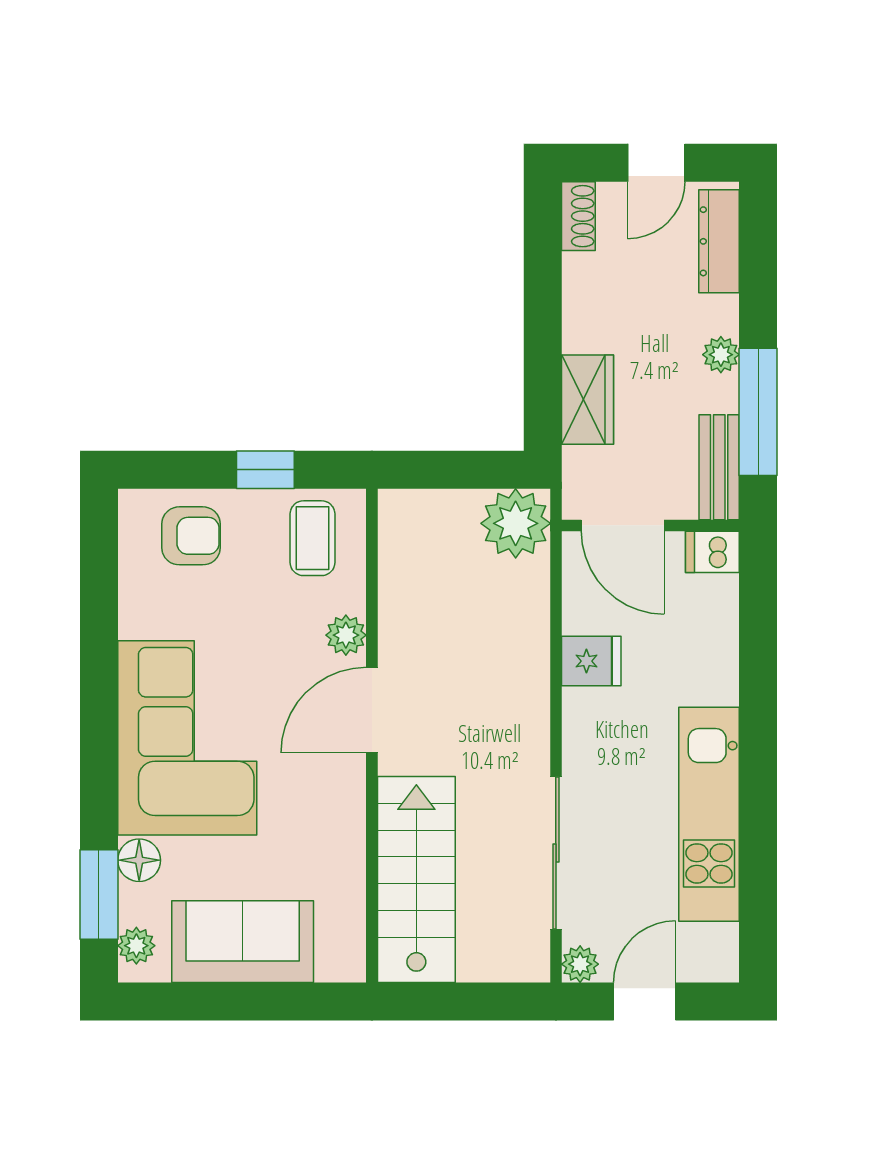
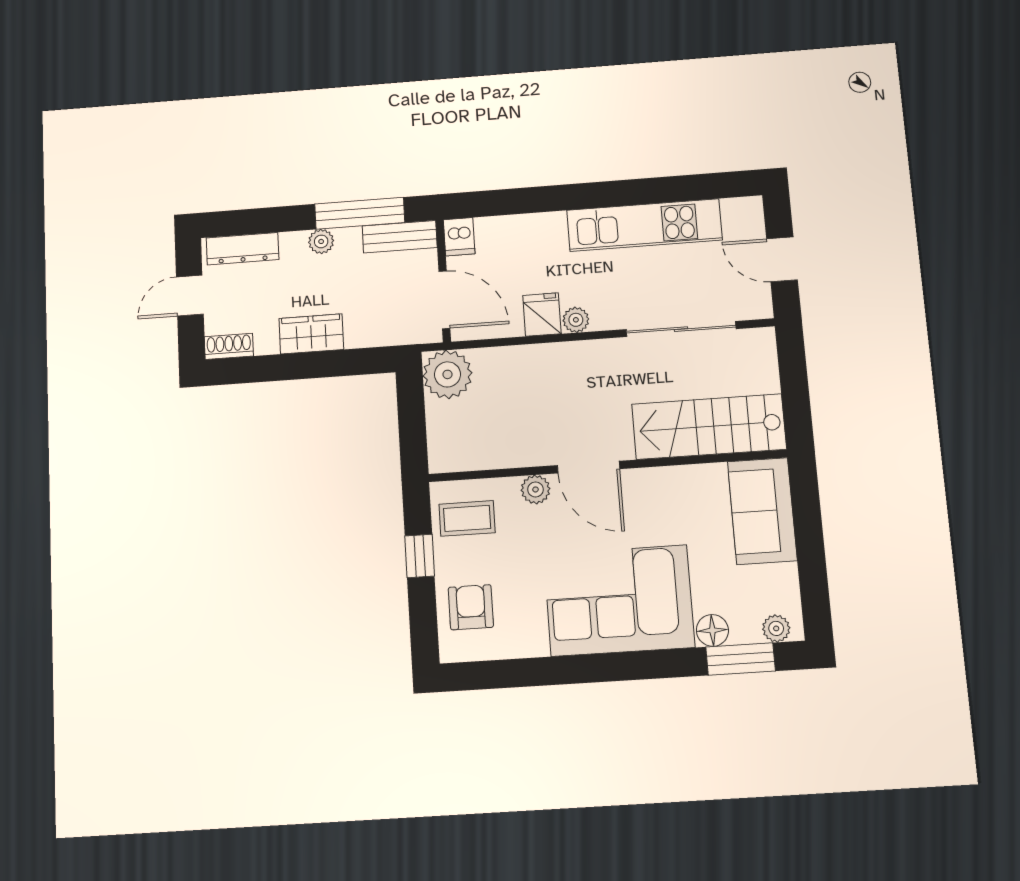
door: (656, 163) -> (190, 296), swing flipped
wardrobe: (588, 400) -> (311, 334), moved
door: (623, 525) -> (444, 300), hinge flipped
sofa: (243, 942) -> (762, 511), moved
plant: (580, 964) -> (576, 320), moved

